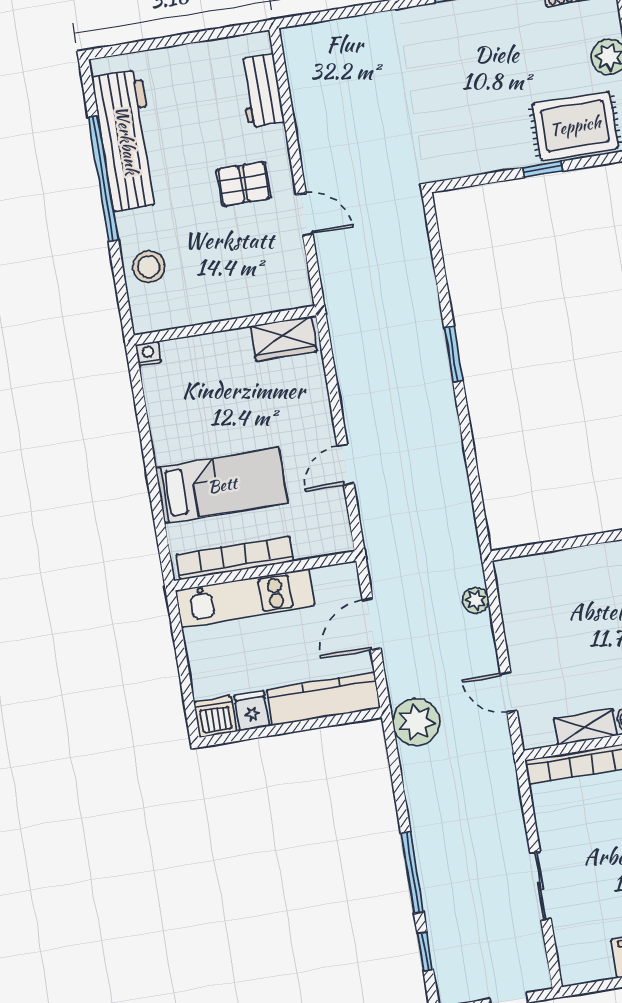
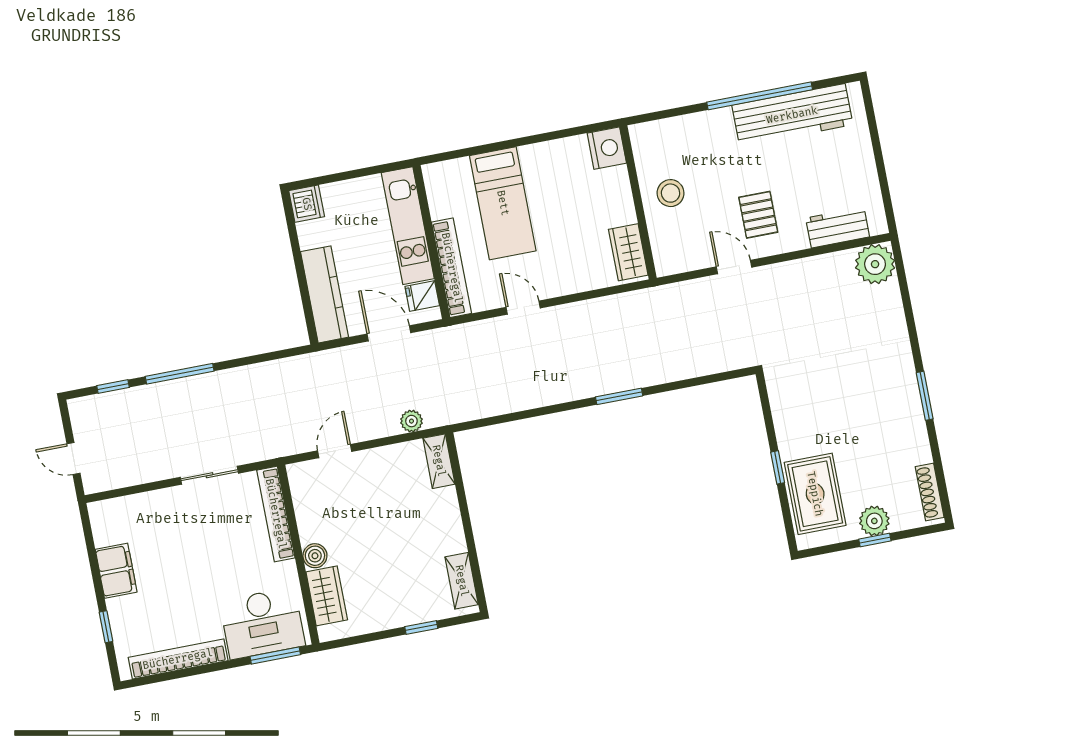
door: (304, 214) -> (734, 267), swing flipped
stool: (149, 267) -> (671, 193), moved
nightstand: (148, 354) -> (607, 148), width x1.89, depth x1.79
bookcase: (235, 558) -> (452, 268), moved
fridge: (252, 711) -> (422, 296), moved, turned 180
plant: (416, 722) -> (875, 264), moved
shelving: (585, 727) -> (439, 461), moved
sliding door: (541, 886) -> (209, 475), moved

